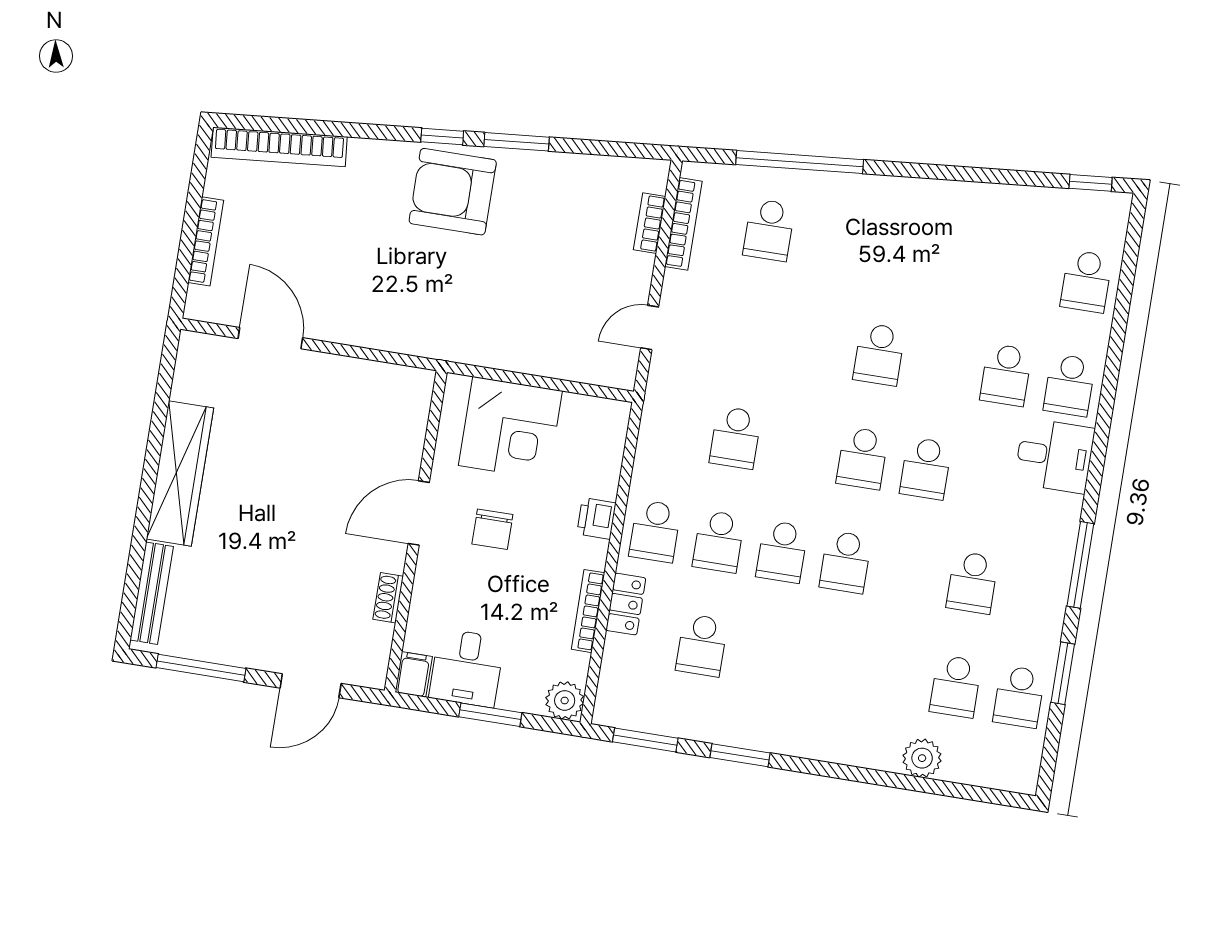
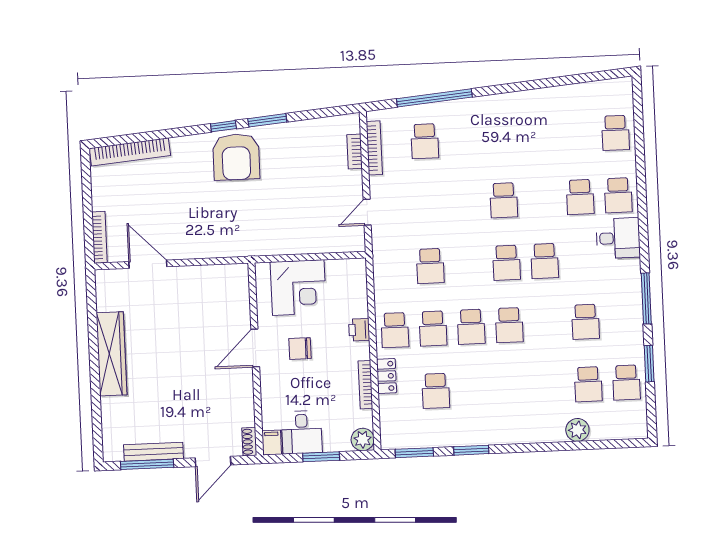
window: (1091, 183) -> (606, 75), removed
armchair: (453, 192) -> (236, 157), turned -90
bookcase: (206, 241) -> (99, 237), moved
chair: (492, 529) -> (300, 349), turned 90
bench: (152, 593) -> (153, 452), moved, turned 90
shoe rack: (388, 598) -> (249, 442), moved

